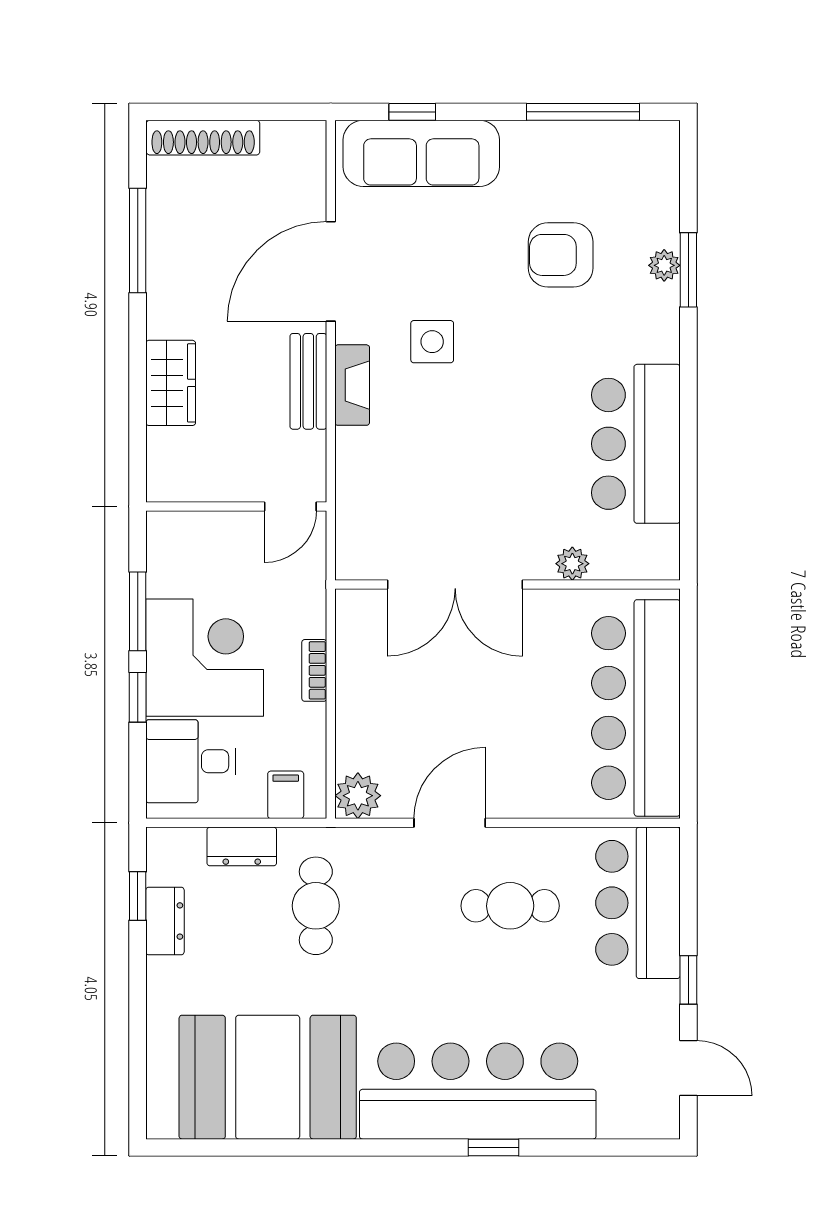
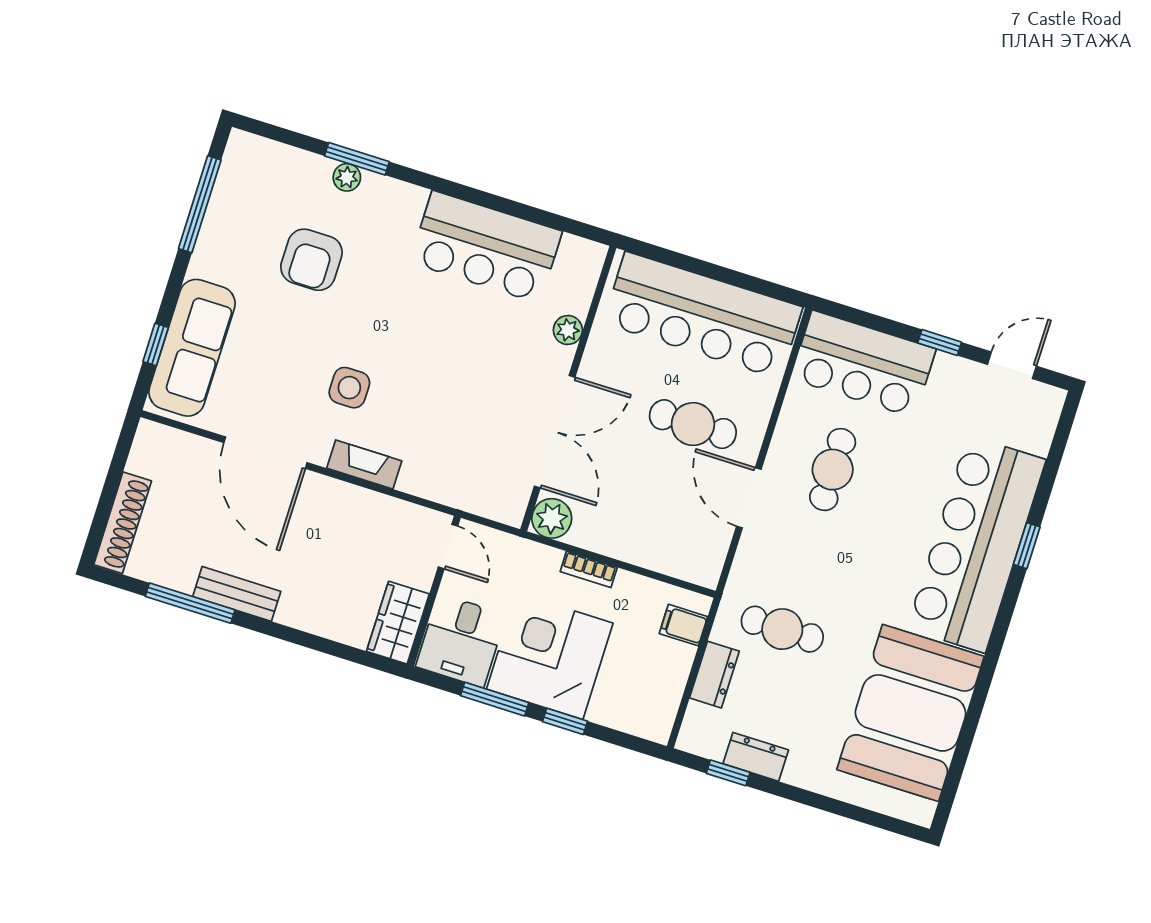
bench: (308, 381) -> (237, 594), moved
wardrobe: (171, 383) -> (398, 623), moved, turned -90
cafe table: (512, 735) -> (693, 424), added
desk: (191, 761) -> (461, 641), moved
plant: (358, 796) -> (552, 518), moved

